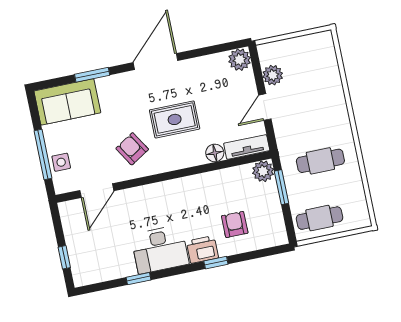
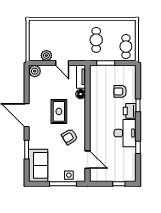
plant: (263, 171) -> (95, 71), removed

